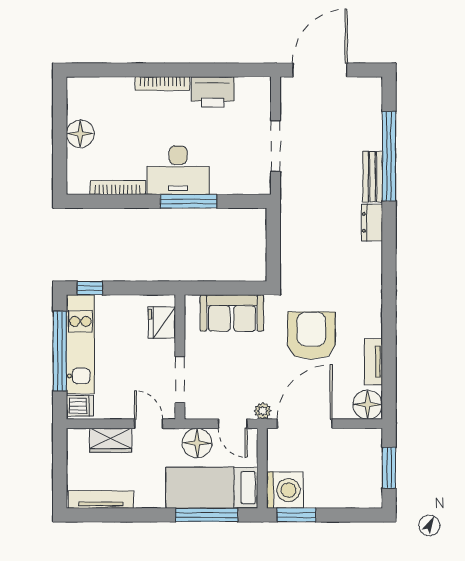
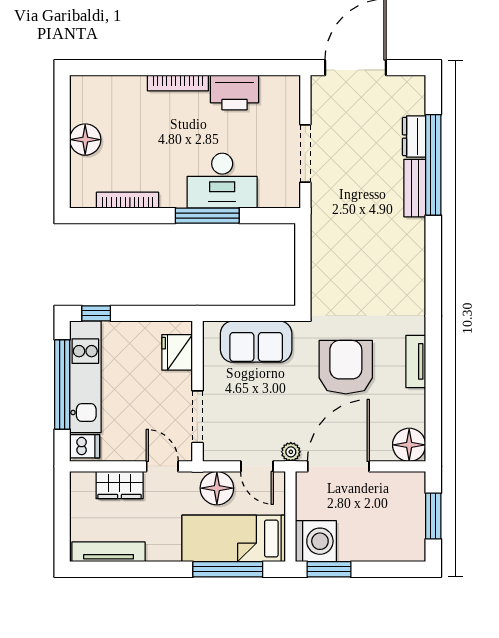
desk: (178, 170) -> (222, 181), moved
dresser: (372, 222) -> (414, 137), moved
tv unit: (373, 362) -> (416, 361), moved

